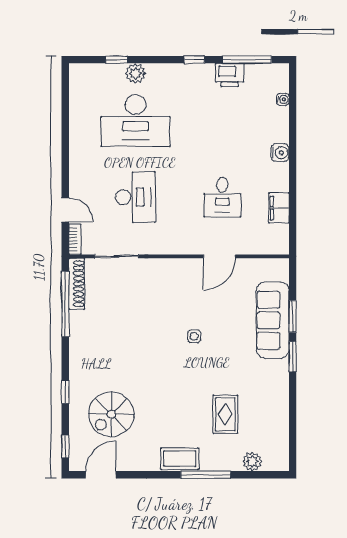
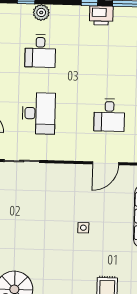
printer: (230, 75) -> (101, 15), moved
desk: (136, 121) -> (40, 51), width x0.53, depth x0.77

